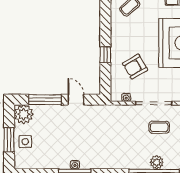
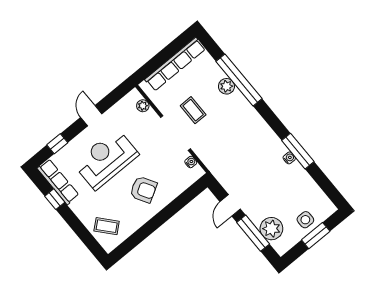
window: (105, 55) -> (168, 212), removed
armchair: (135, 67) -> (143, 189), moved
plant: (24, 114) -> (271, 229), moved

